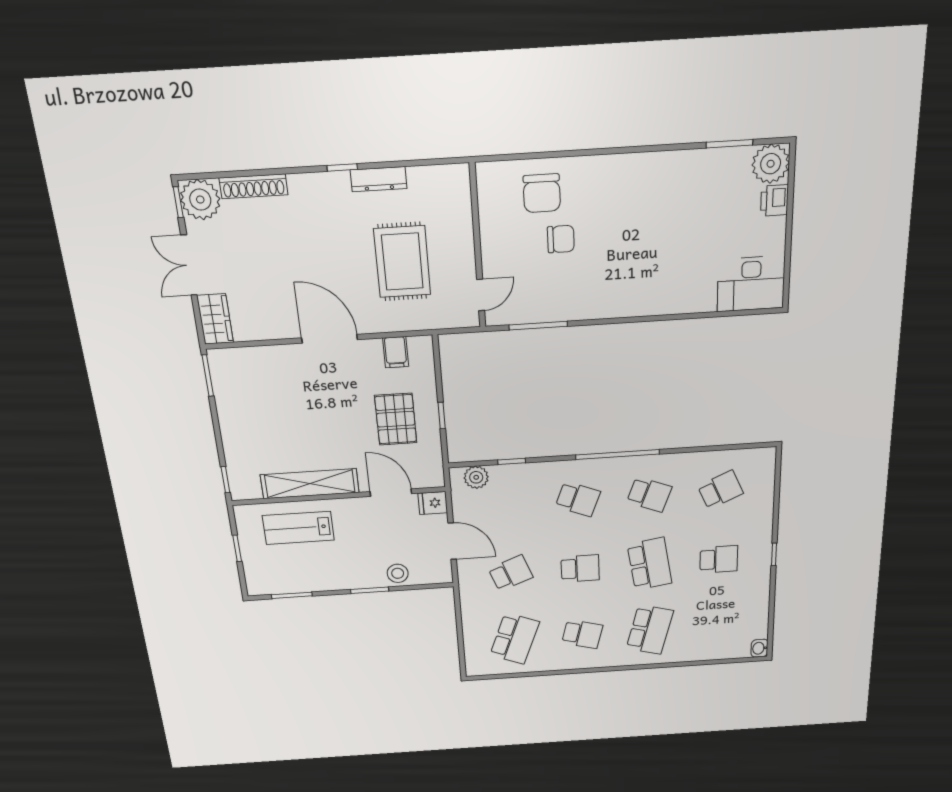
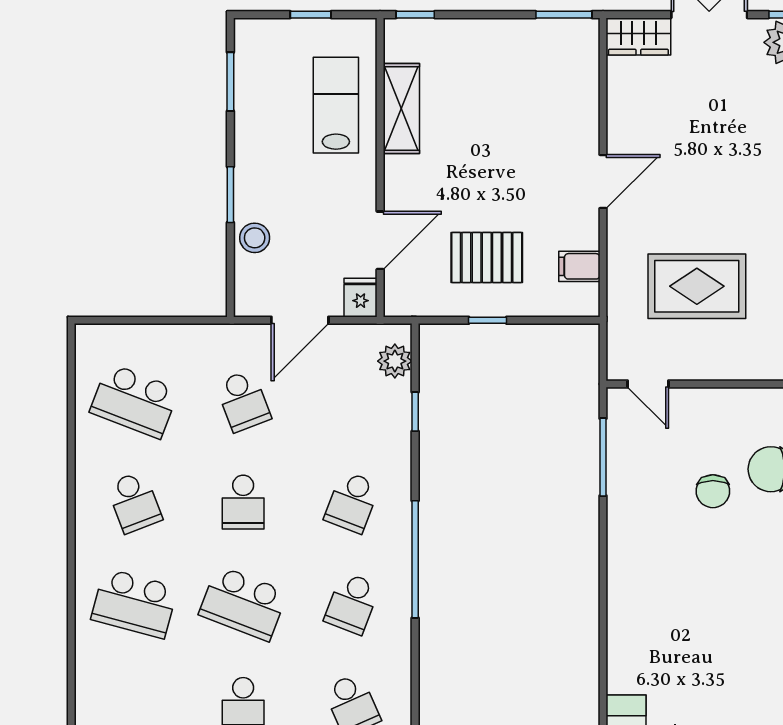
door: (330, 339) -> (603, 182), width x0.73
shelving: (310, 484) -> (401, 109), width x0.68
school desk: (650, 564) -> (243, 603), turned 30
school desk: (582, 634) -> (134, 502), turned -36

